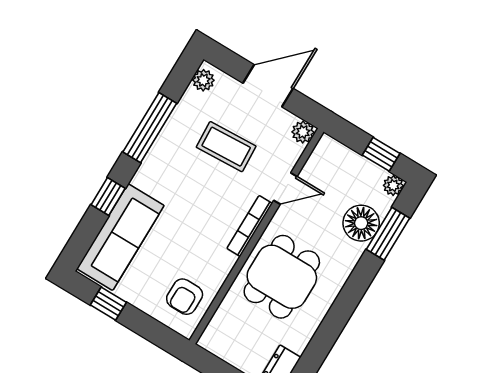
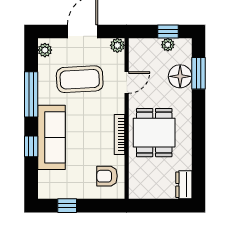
coffee table: (226, 147) -> (80, 79), width x1.36, depth x1.32
plant: (393, 185) -> (168, 45), moved
bookcase: (250, 226) -> (119, 135), moved
sofa: (120, 237) -> (52, 137), moved
armchair: (185, 297) -> (107, 176), turned 90

